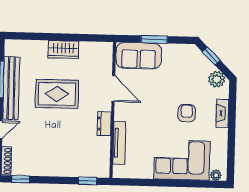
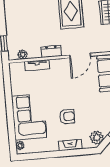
tv unit: (119, 143) -> (37, 65), width x0.71
plant: (104, 159) -> (23, 55), added

